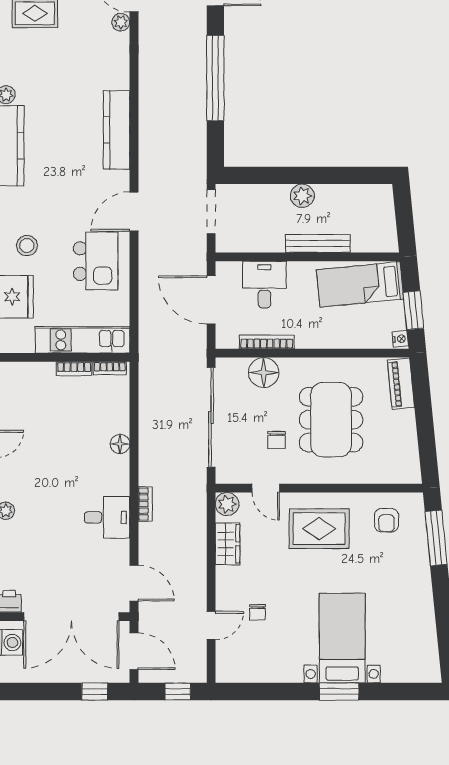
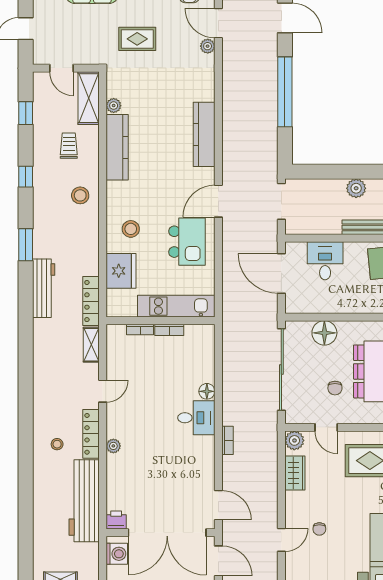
bookcase: (267, 342) -> (327, 308), removed
bookcase: (110, 368) -> (140, 329), moved
desk: (107, 517) -> (196, 418), moved

